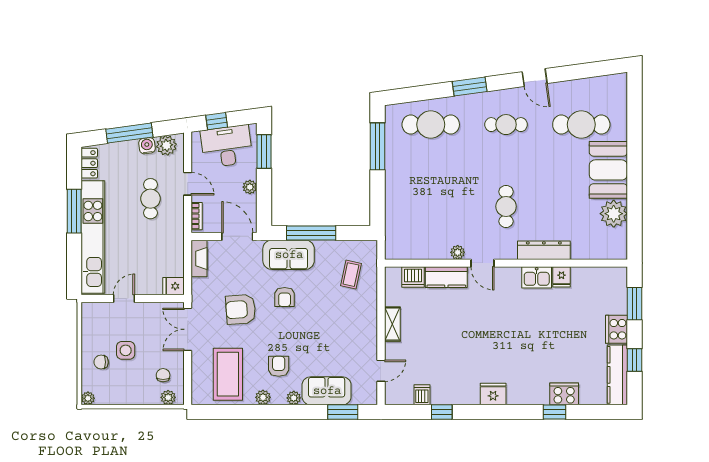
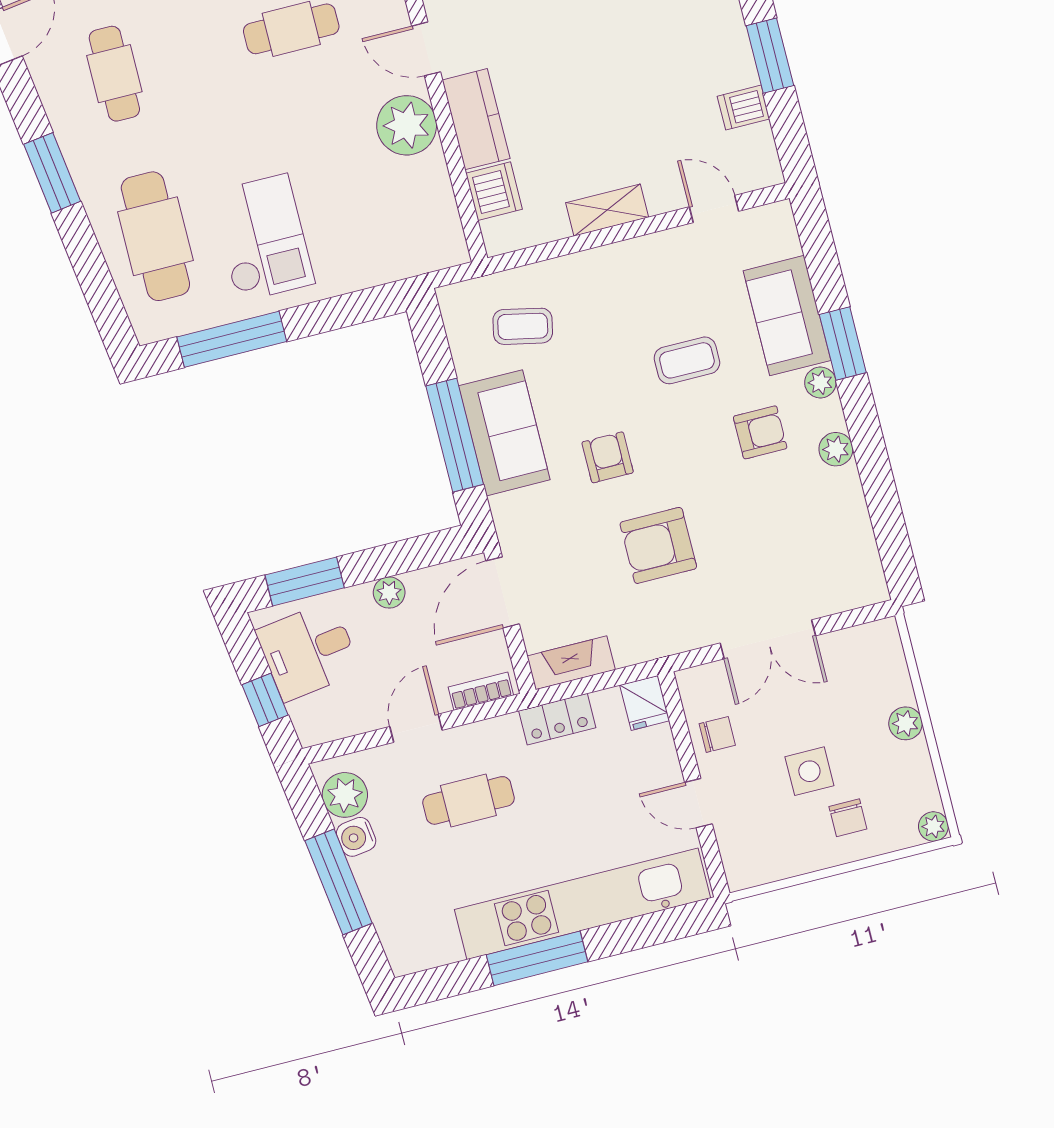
desk: (227, 146) -> (308, 651), width x0.73
locker: (89, 163) -> (557, 719), moved, turned 180
checkout: (418, 171) -> (262, 238), added
plant: (458, 252) -> (407, 125), width x1.87, depth x1.87
sofa: (289, 255) -> (504, 433), moved
door: (482, 263) -> (426, 49), swing flipped
armchair: (285, 297) -> (608, 457), turned -90
armchair: (241, 309) -> (658, 545), turned 94
double door: (188, 329) -> (768, 639), moved
armchair: (279, 366) -> (760, 432), turned 180
coffee table: (228, 374) -> (687, 360), moved, width x0.54, depth x0.58
chair: (163, 375) -> (717, 734), moved, turned 180
plant: (168, 397) -> (906, 723), moved
window: (343, 412) -> (843, 344), moved
window: (442, 412) -> (770, 56), width x1.50

